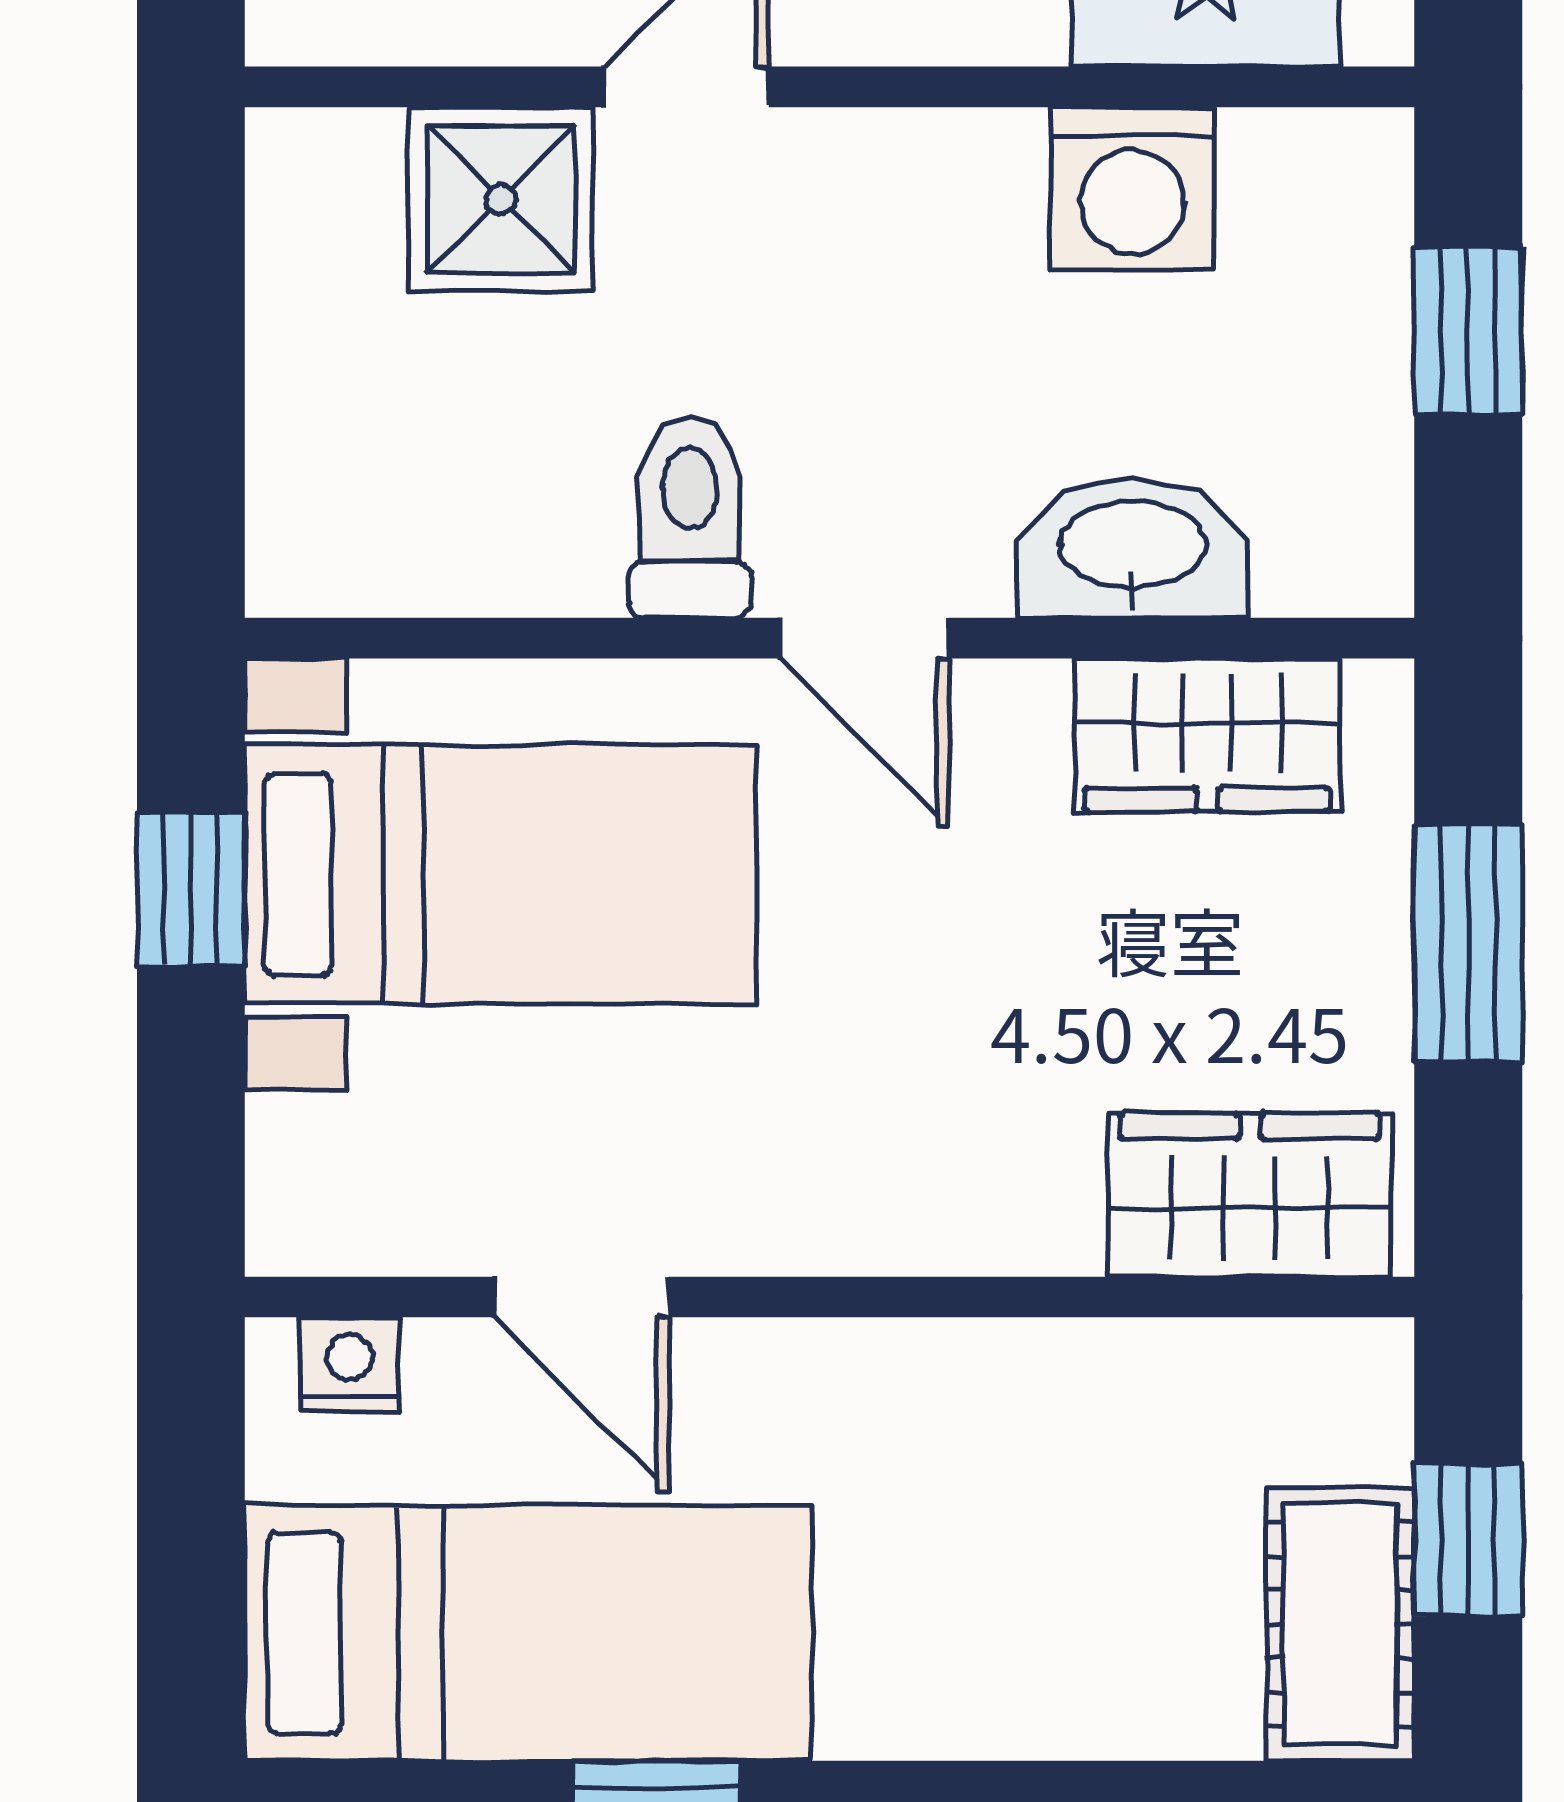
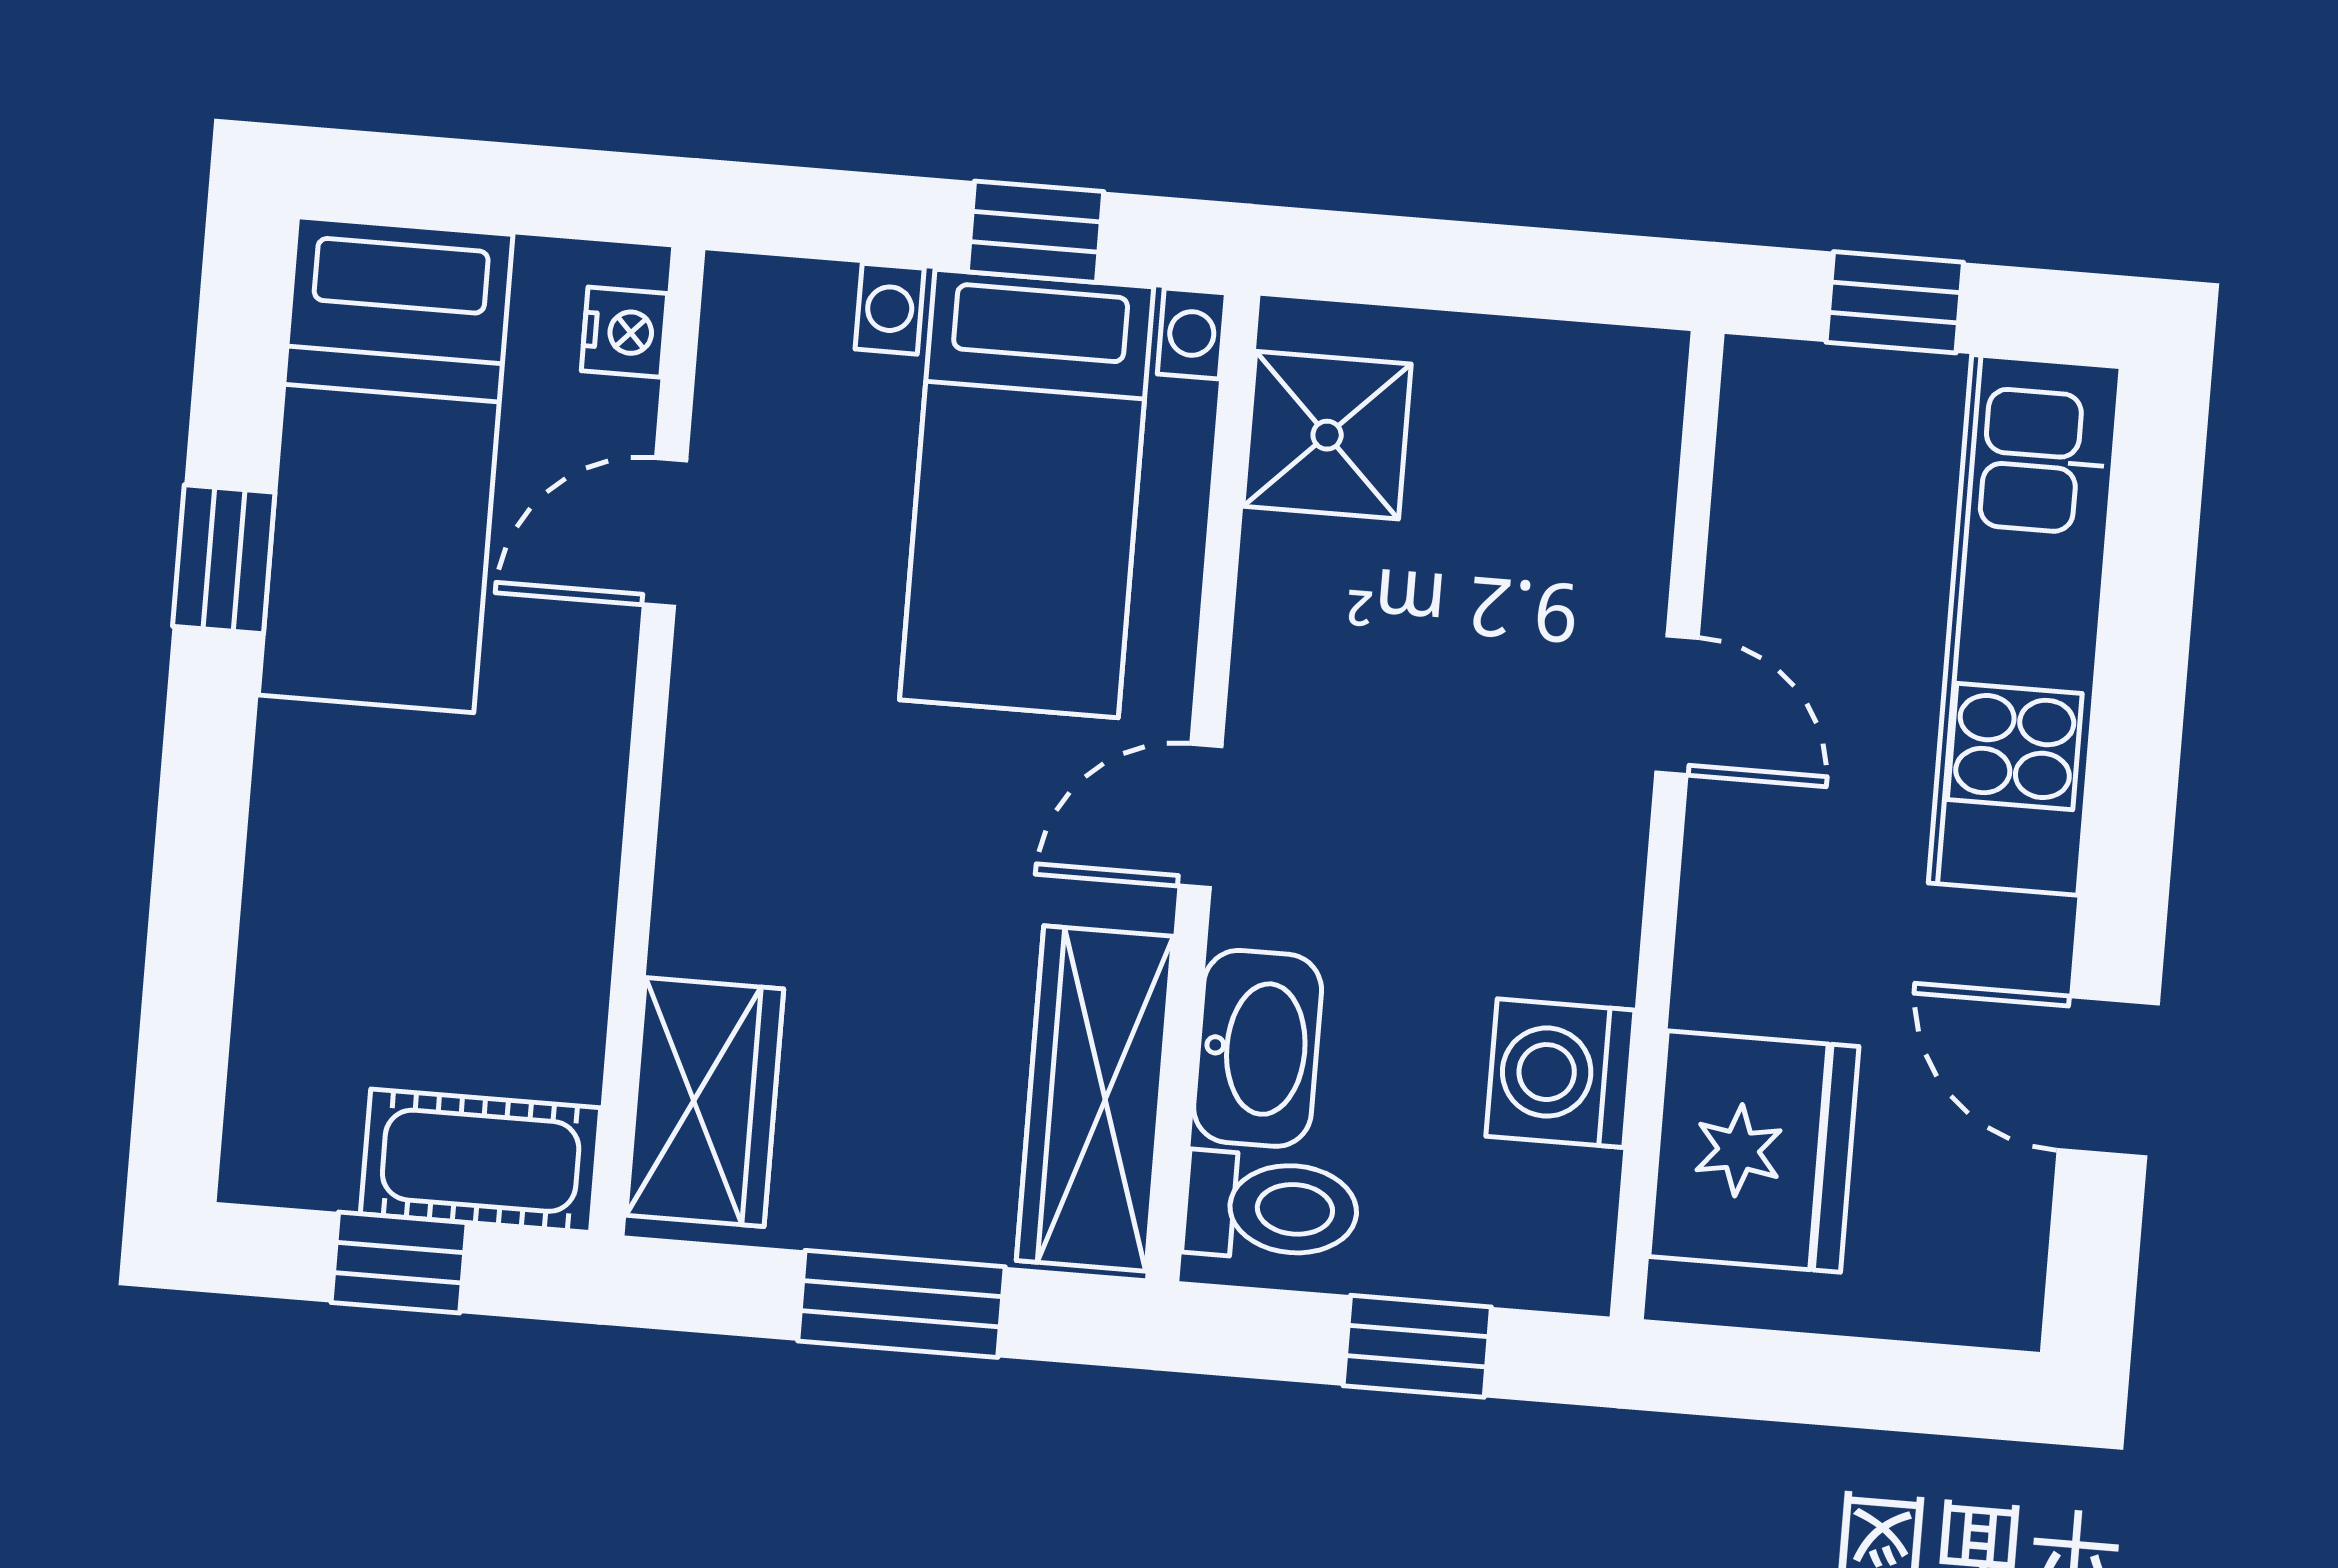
shower: (501, 199) -> (1327, 435), moved
toilet: (690, 517) -> (1271, 1207), moved
wardrobe: (1207, 735) -> (1095, 1098), width x1.50
cot: (1340, 1624) -> (481, 1161), moved

